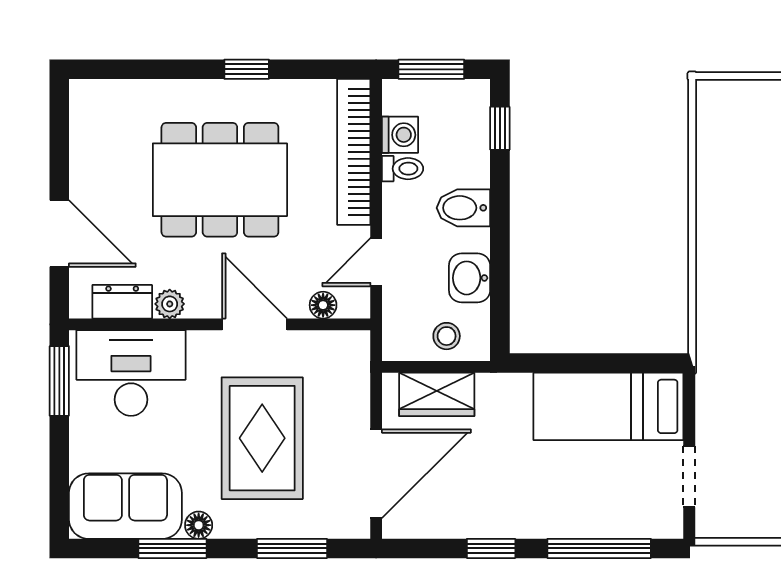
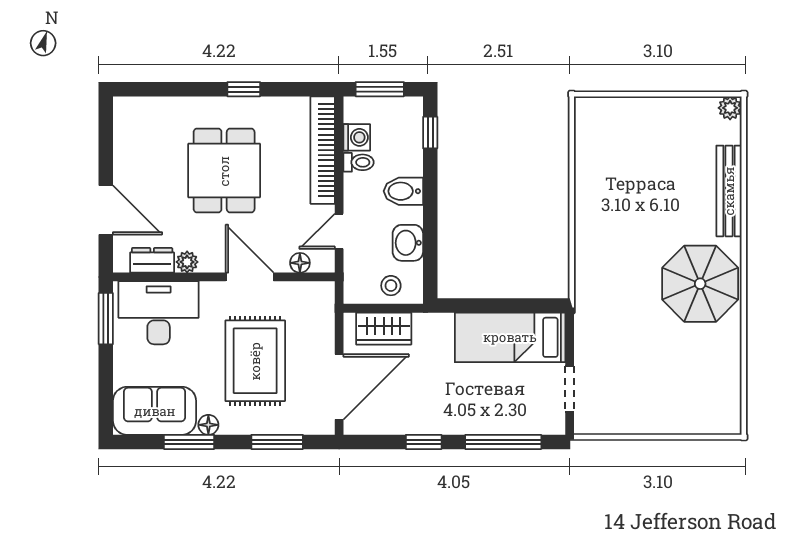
dining table: (220, 180) -> (224, 171), width x0.73

